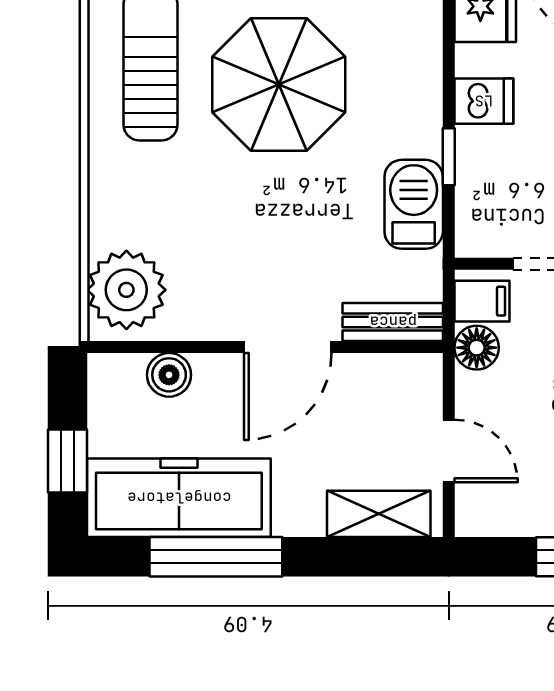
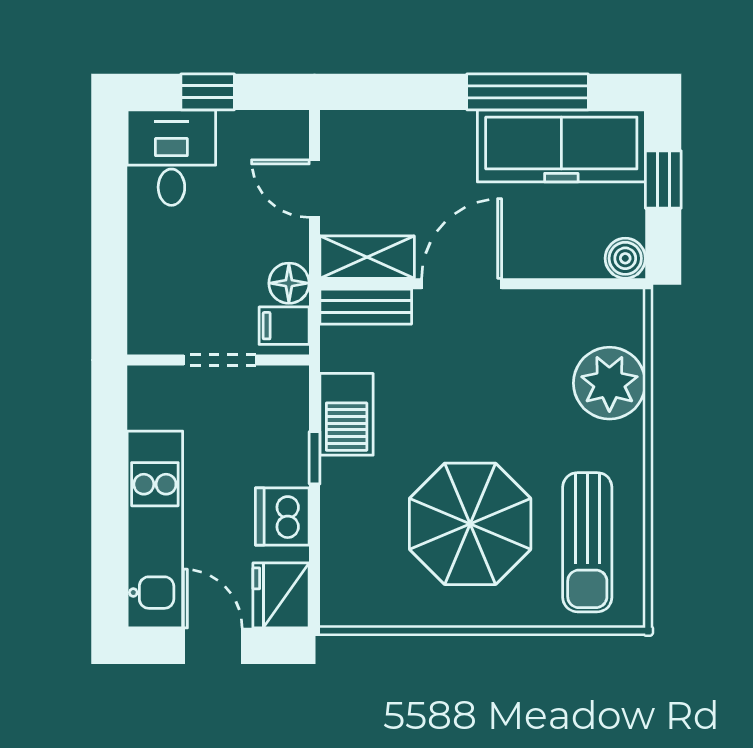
dishwasher: (484, 101) -> (282, 516), width x1.38
plant: (126, 290) -> (609, 383), moved
boiler: (169, 375) -> (625, 258), moved
shelving: (379, 514) -> (367, 257), moved

